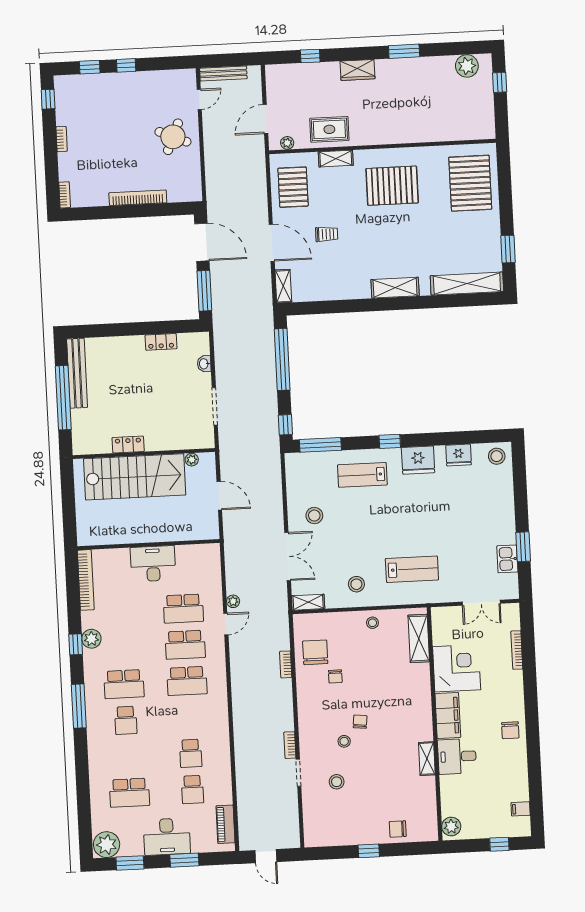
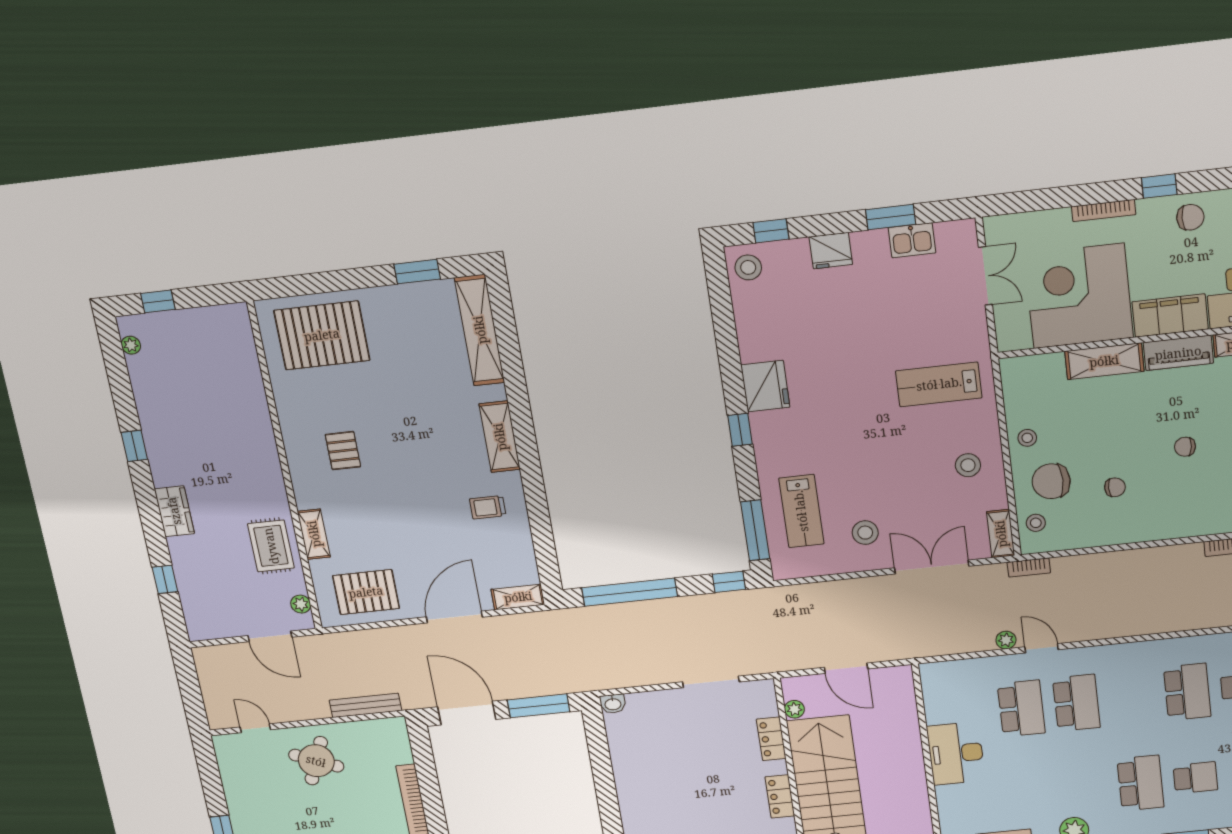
window: (404, 51) -> (134, 446), width x0.67
plant: (467, 66) -> (131, 345), width x0.53, depth x0.53
bench: (223, 73) -> (365, 705), moved, turned 90
pallet: (392, 186) -> (343, 451), width x0.49, depth x0.50
trolley: (327, 234) -> (488, 507), moved, turned -90
door: (202, 242) -> (467, 713), hinge flipped
locker: (161, 342) -> (771, 739), moved, turned 180
washbasin: (204, 364) -> (613, 704), moved
fridge: (459, 455) -> (831, 251), moved, turned 90
window: (519, 472) -> (771, 231), added
lab bench: (362, 475) -> (801, 511), moved
door: (219, 496) -> (846, 668), swing flipped
lab bench: (412, 569) -> (939, 384), turned -90
shelving: (419, 638) -> (1104, 361), moved
bookcase: (517, 650) -> (1104, 211), moved
chair: (315, 652) -> (1051, 481), moved
bookcase: (286, 664) -> (1029, 567), moved
corner desk: (457, 668) -> (1079, 296), width x1.36, depth x1.36
school desk: (187, 681) -> (1187, 692), moved
window: (531, 712) -> (1159, 186), added
piano: (423, 720) -> (1178, 353), added
stool: (344, 741) -> (1036, 523), moved

